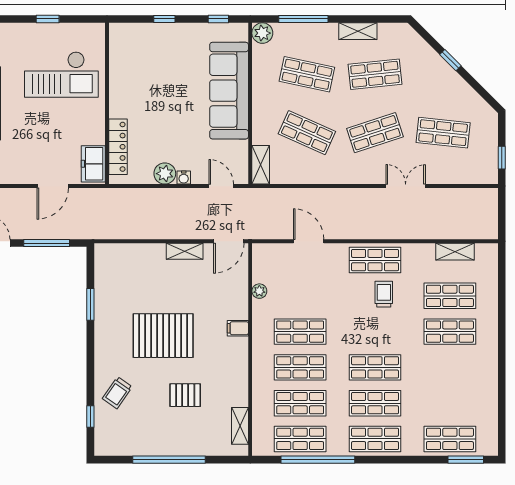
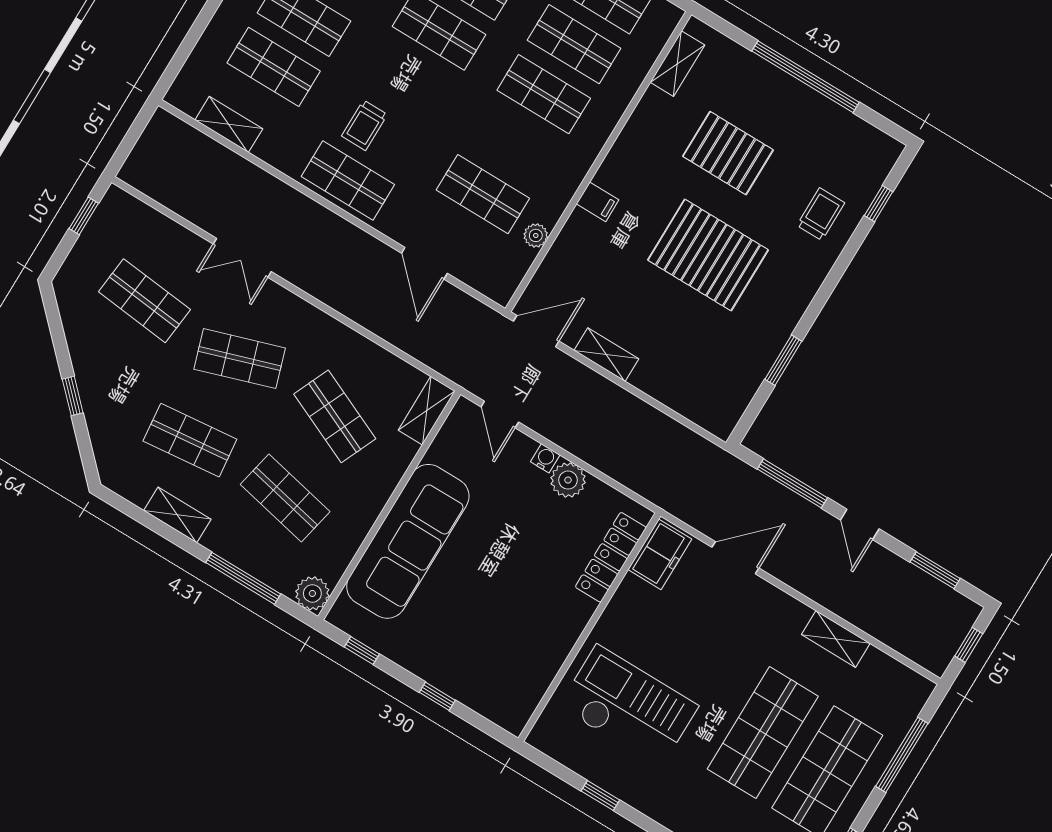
shop shelf: (300, 332) -> (483, 194), moved
trolley: (117, 393) -> (821, 214), turned -35
pallet: (185, 395) -> (728, 153), width x1.50, depth x1.42

